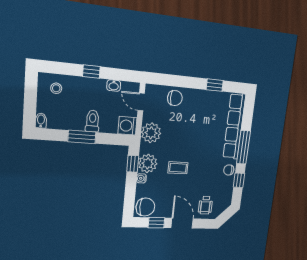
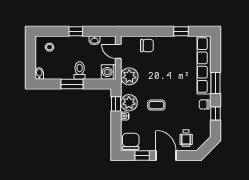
window: (243, 147) -> (216, 83), width x0.69
chair: (145, 207) -> (131, 141), turned -90

